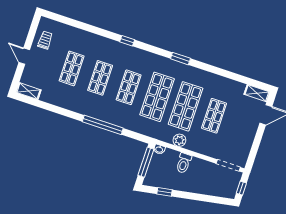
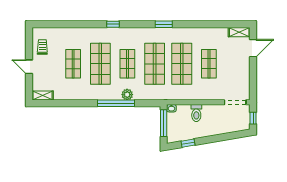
shop shelf: (100, 78) -> (100, 64), width x1.43, depth x1.36
plant: (179, 140) -> (127, 95), moved

